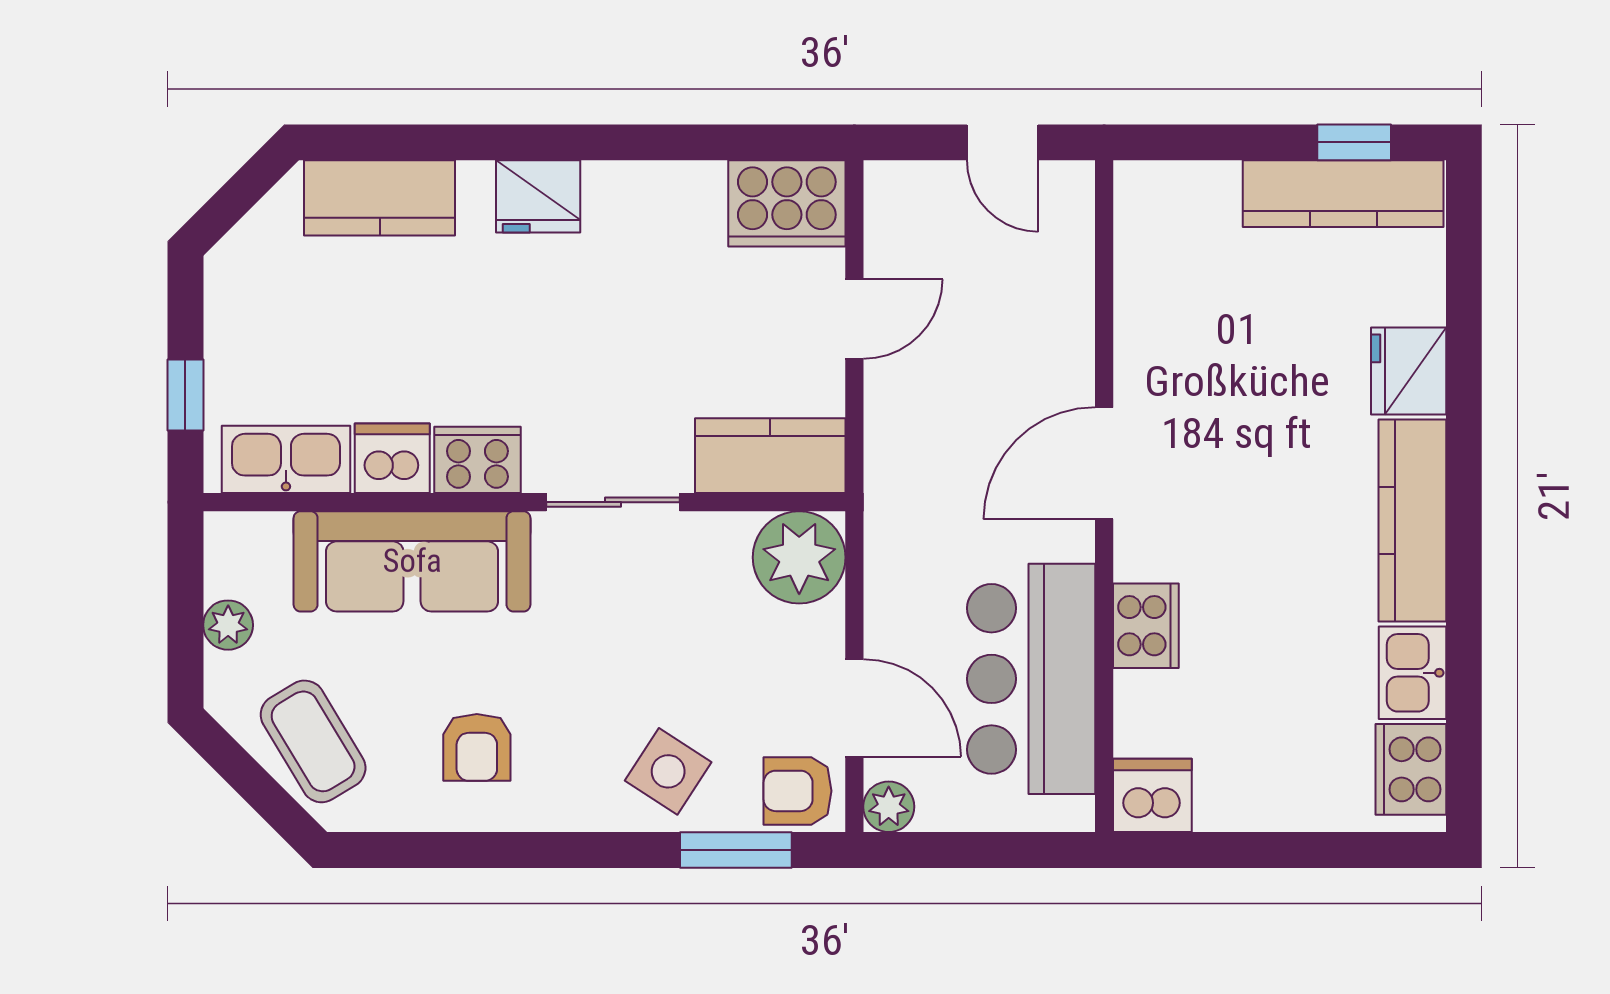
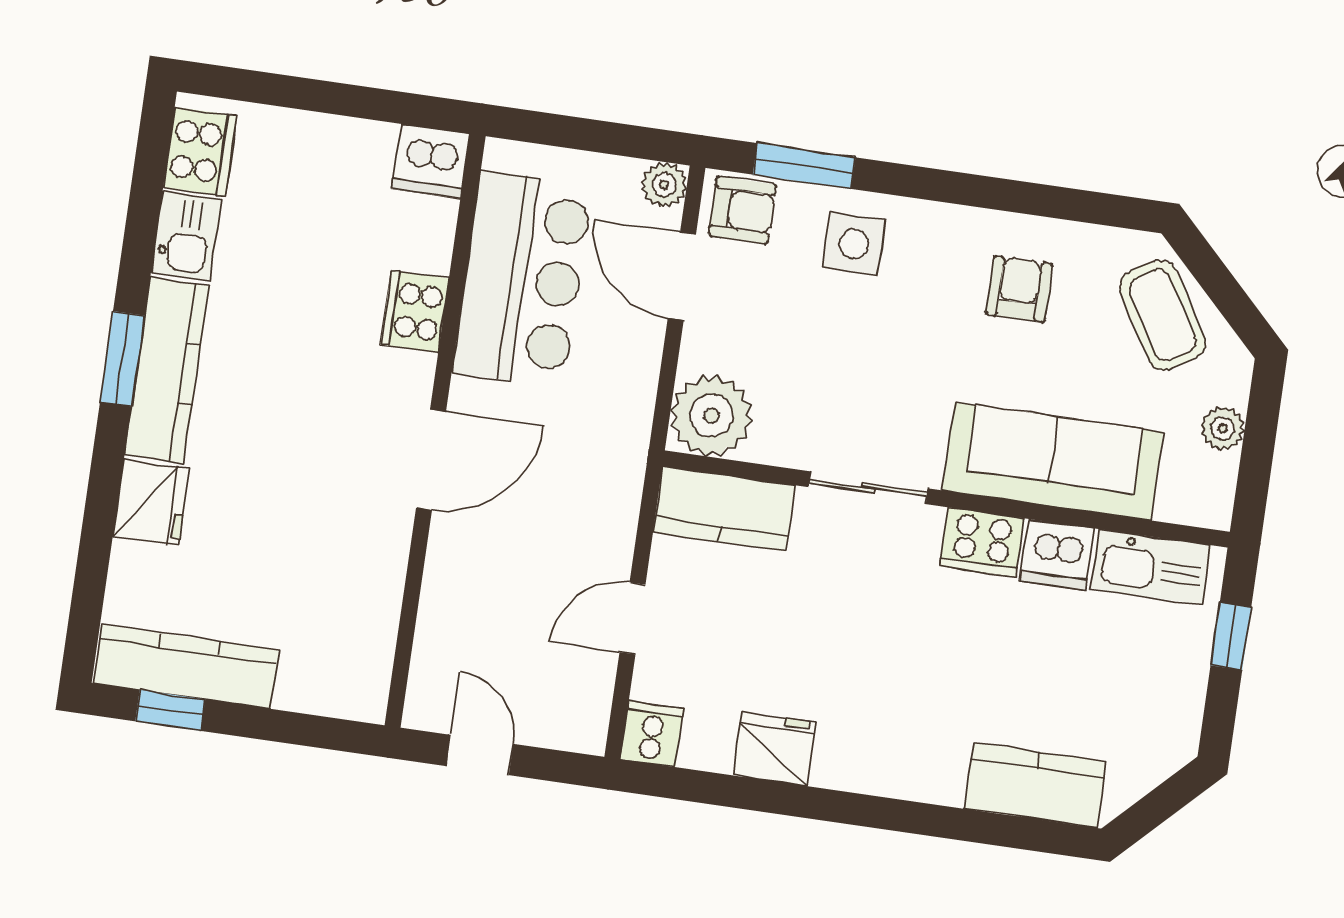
fridge: (538, 196) -> (774, 749), moved
cooker: (787, 203) -> (652, 734), width x0.53, depth x0.76
window: (1464, 526) -> (122, 359), added
side table: (668, 771) -> (854, 244), turned -33

